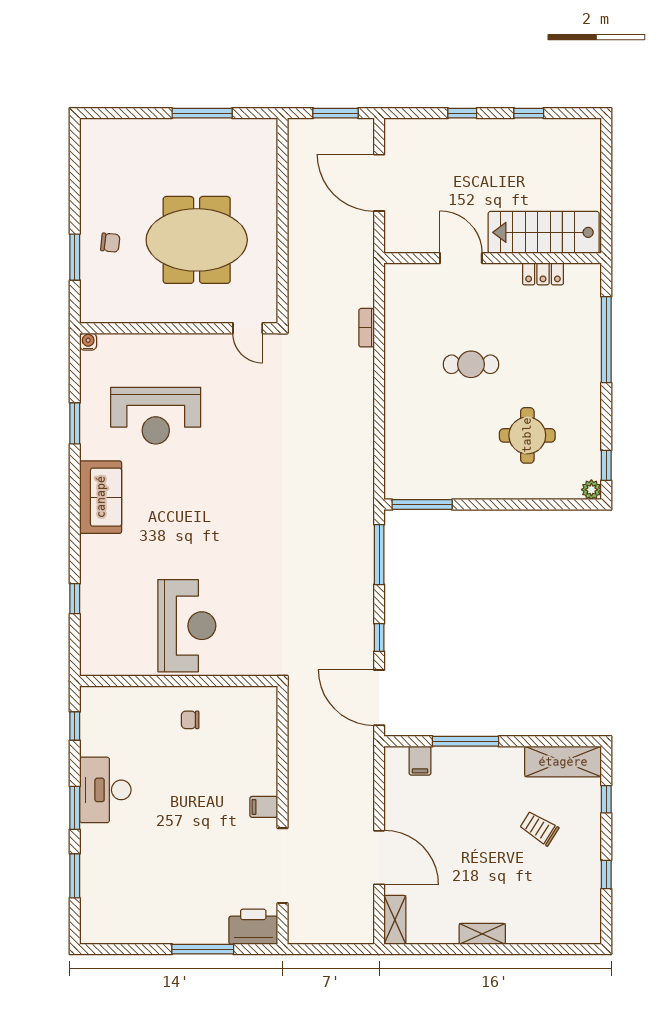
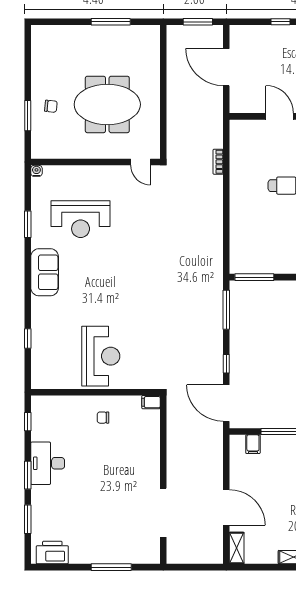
filing cabinet: (264, 807) -> (151, 402), moved
printer: (253, 927) -> (52, 552), moved

